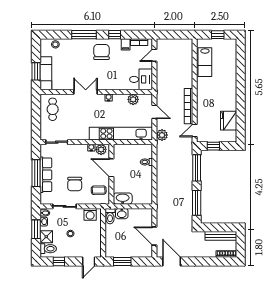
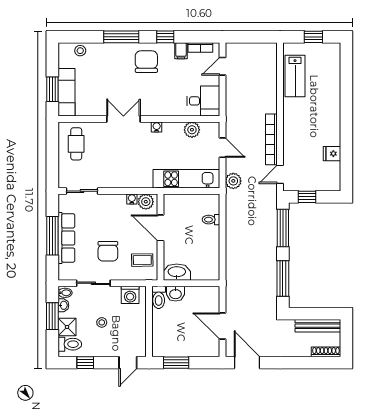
fridge: (229, 121) -> (332, 154), width x0.53, depth x0.75
kitchen unit: (121, 134) -> (186, 179), width x0.73

